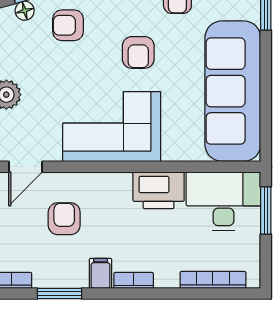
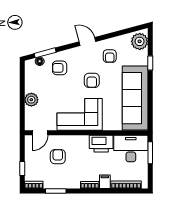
filing cabinet: (101, 273) -> (105, 182), moved

